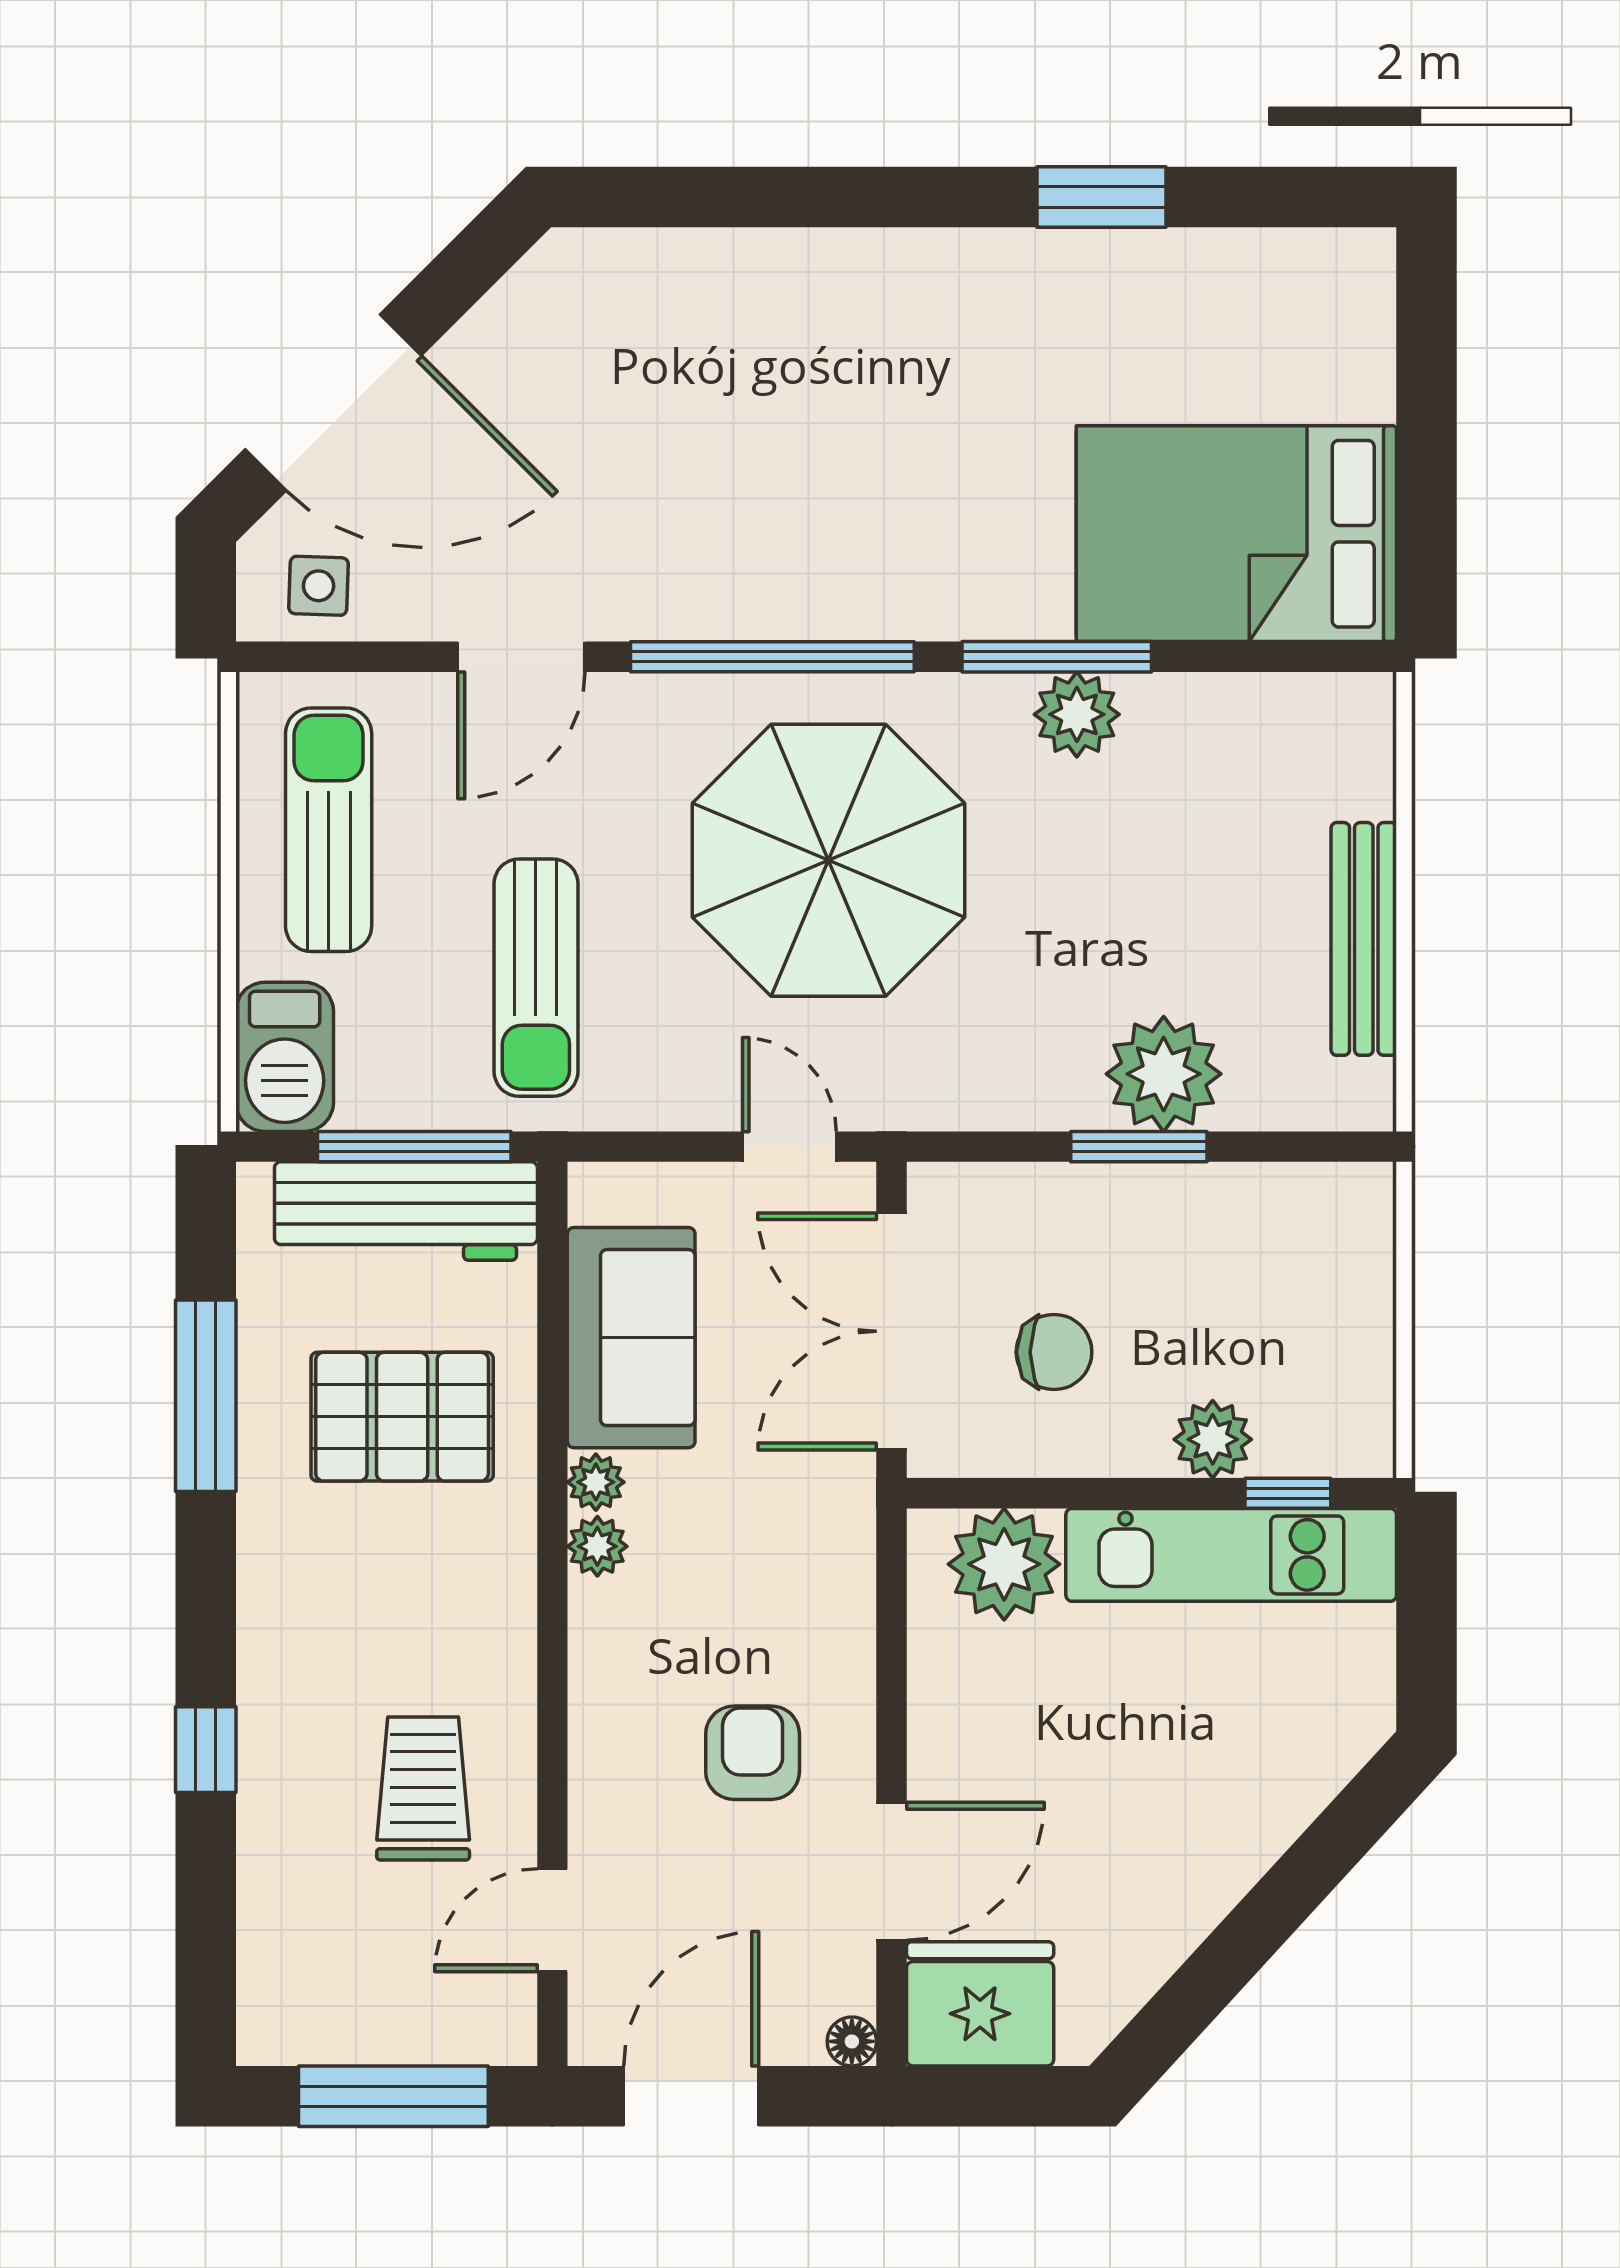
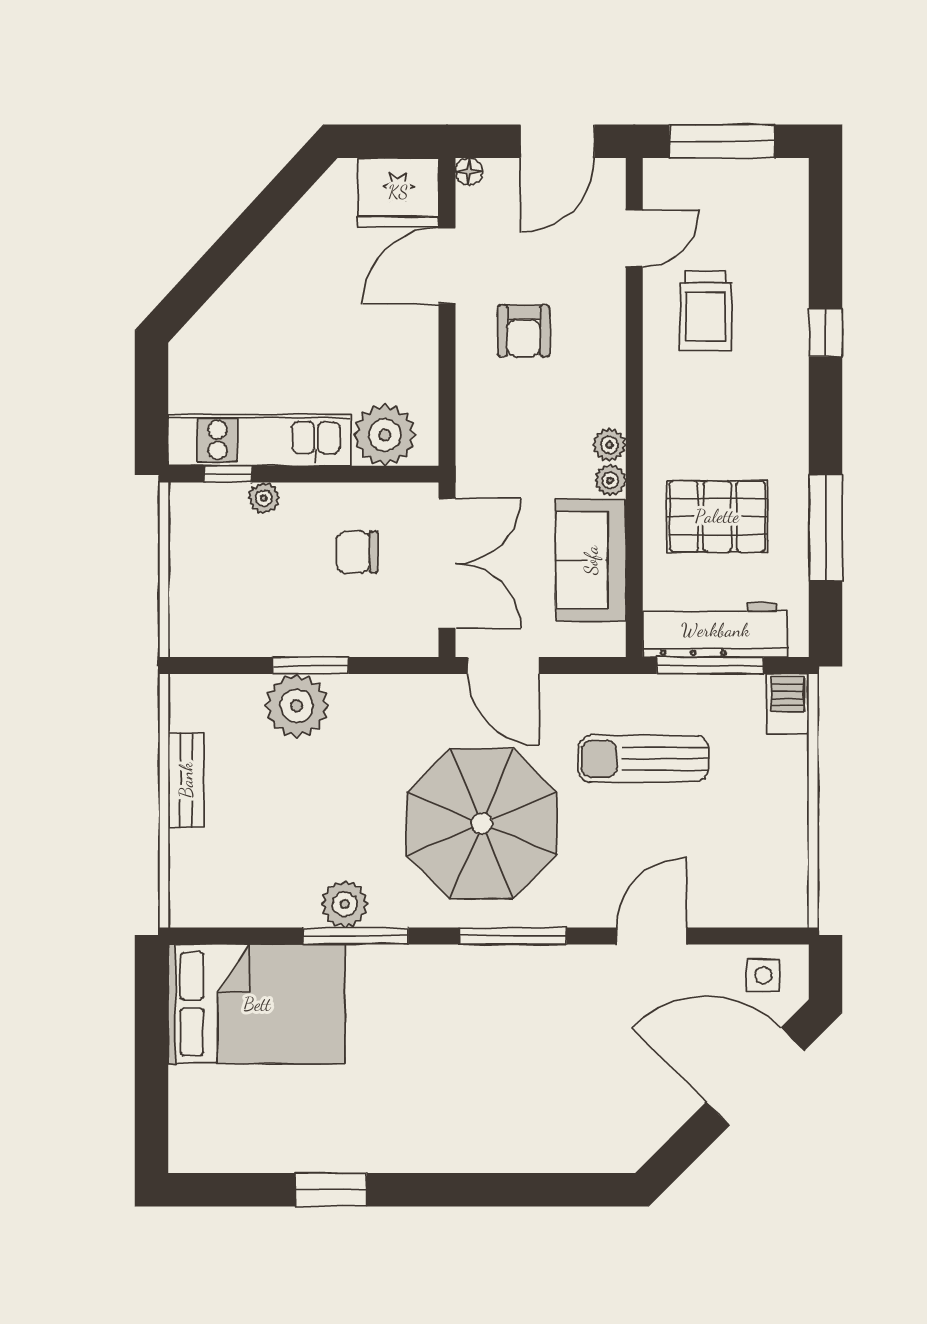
window: (772, 657) -> (513, 936), width x0.68
sun lounger: (329, 830) -> (758, 840), removed
bench: (1364, 939) -> (186, 780), width x0.73
sun lounger: (536, 978) -> (643, 759), turned -90
barbecue: (285, 1057) -> (788, 704), width x0.73, depth x0.79
door: (789, 1147) -> (503, 666), width x1.38
plant: (1213, 1439) -> (264, 498), width x0.73, depth x0.73

